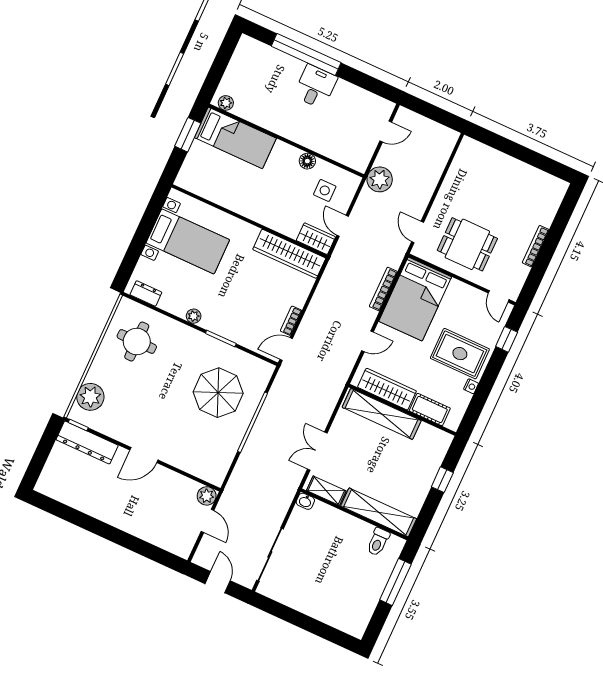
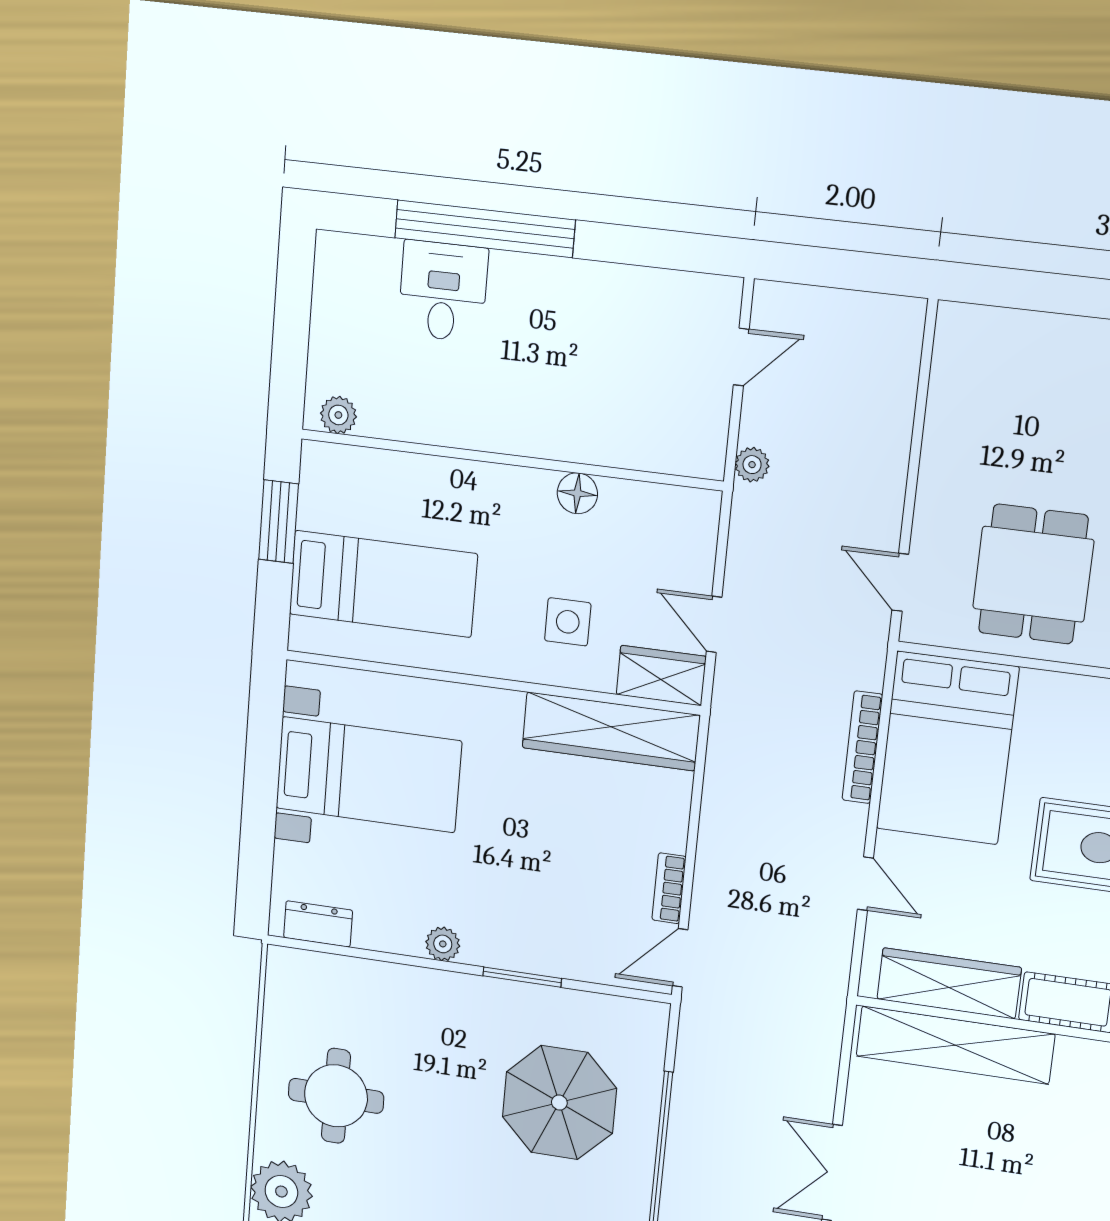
desk: (315, 87) -> (443, 291), moved
bed: (235, 138) -> (383, 584), moved
plant: (380, 179) -> (752, 465), width x0.53, depth x0.53
side table: (325, 190) -> (568, 622), moved
dining table: (467, 244) -> (1033, 574), turned 90
door: (368, 341) -> (865, 884), hinge flipped
round table: (137, 342) -> (336, 1096), moved

